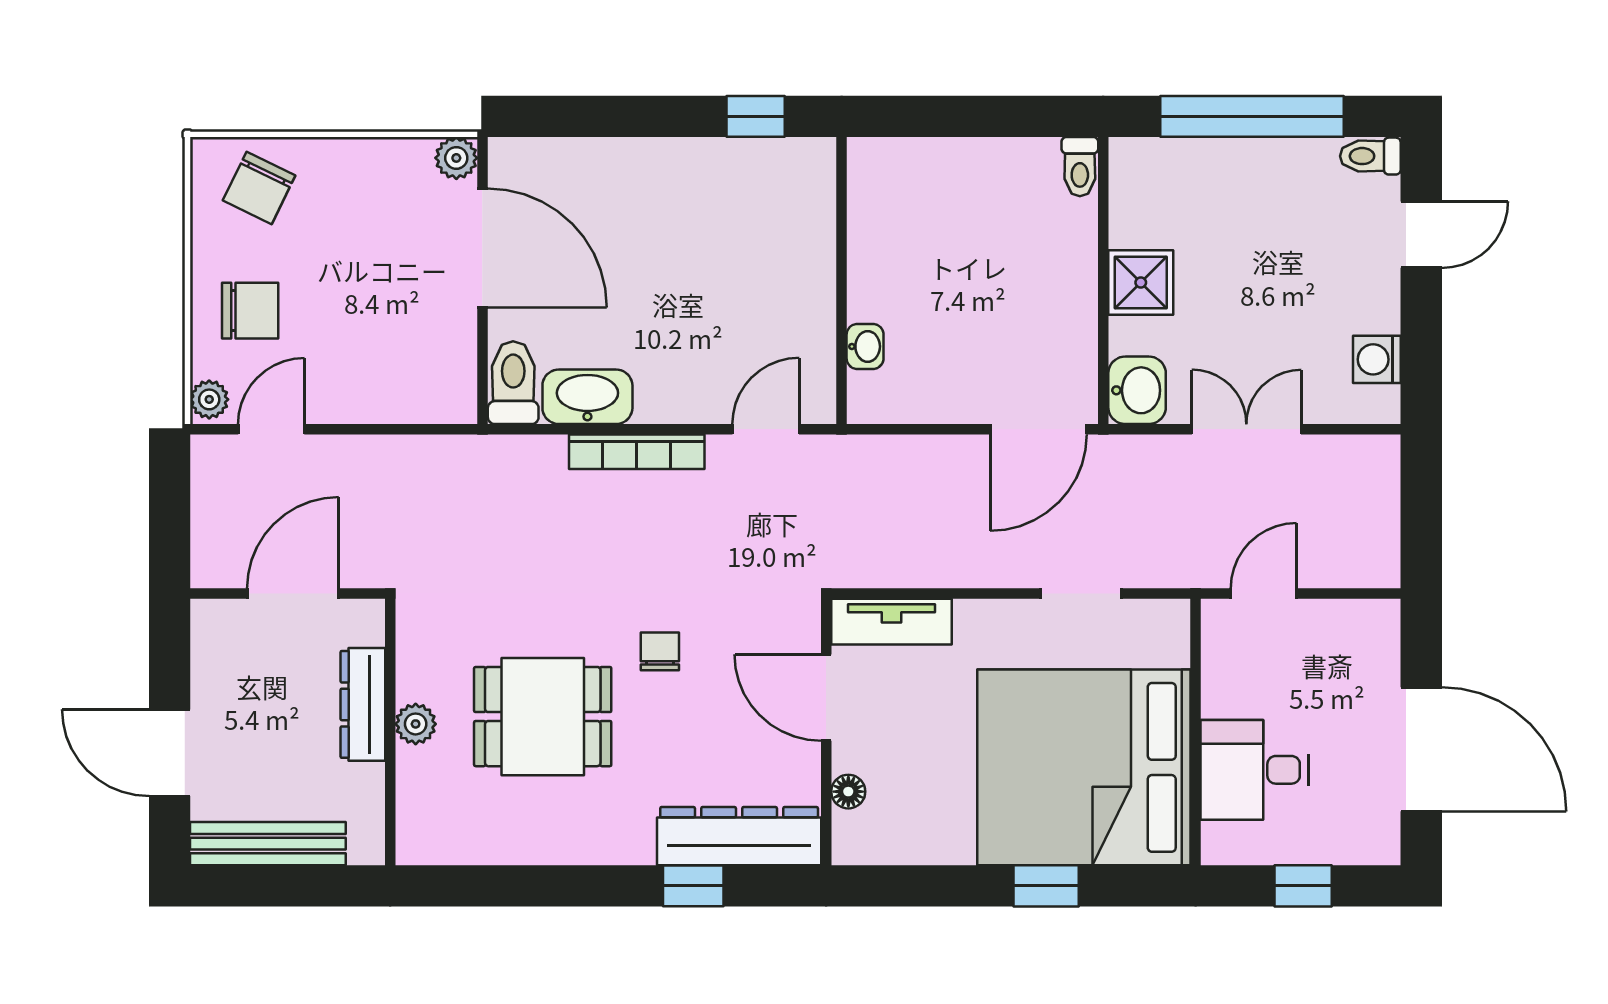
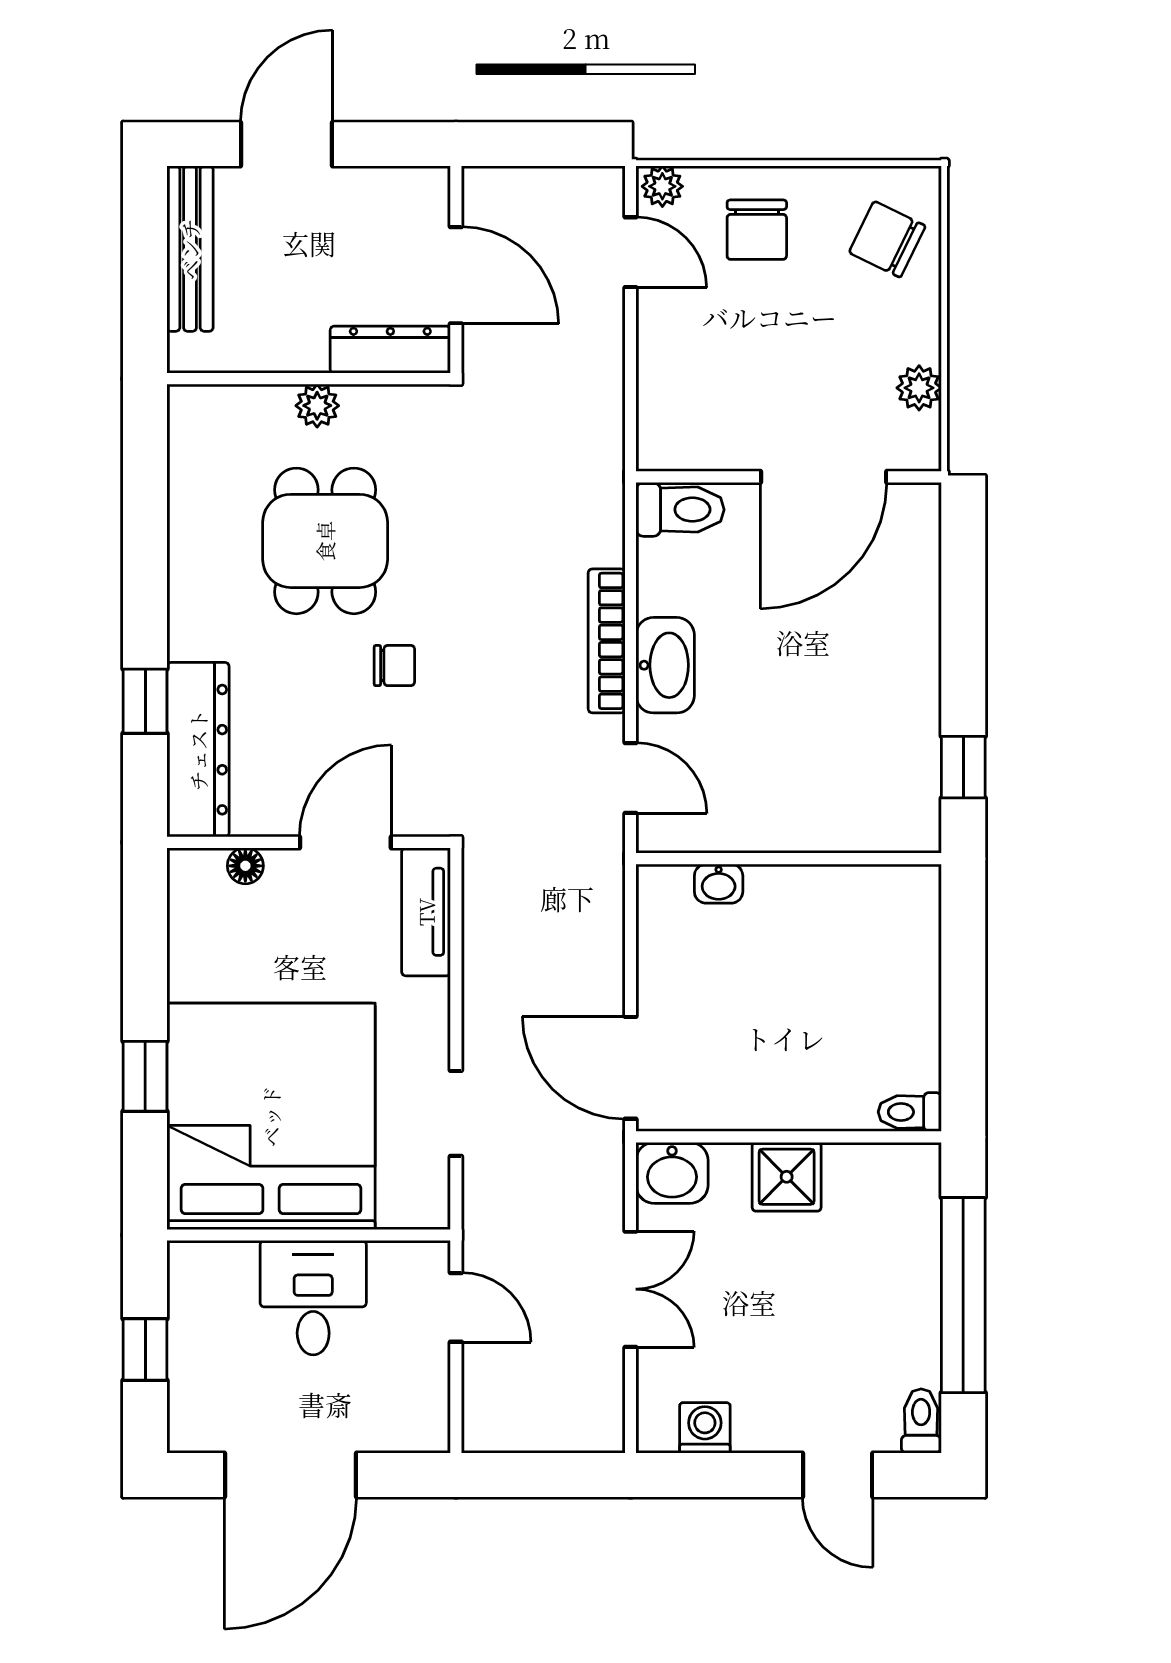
plant: (456, 158) -> (919, 388), moved
washbasin: (587, 397) -> (665, 665), moved
dresser: (363, 704) -> (390, 350), moved
desk: (1255, 770) -> (313, 1298), moved

